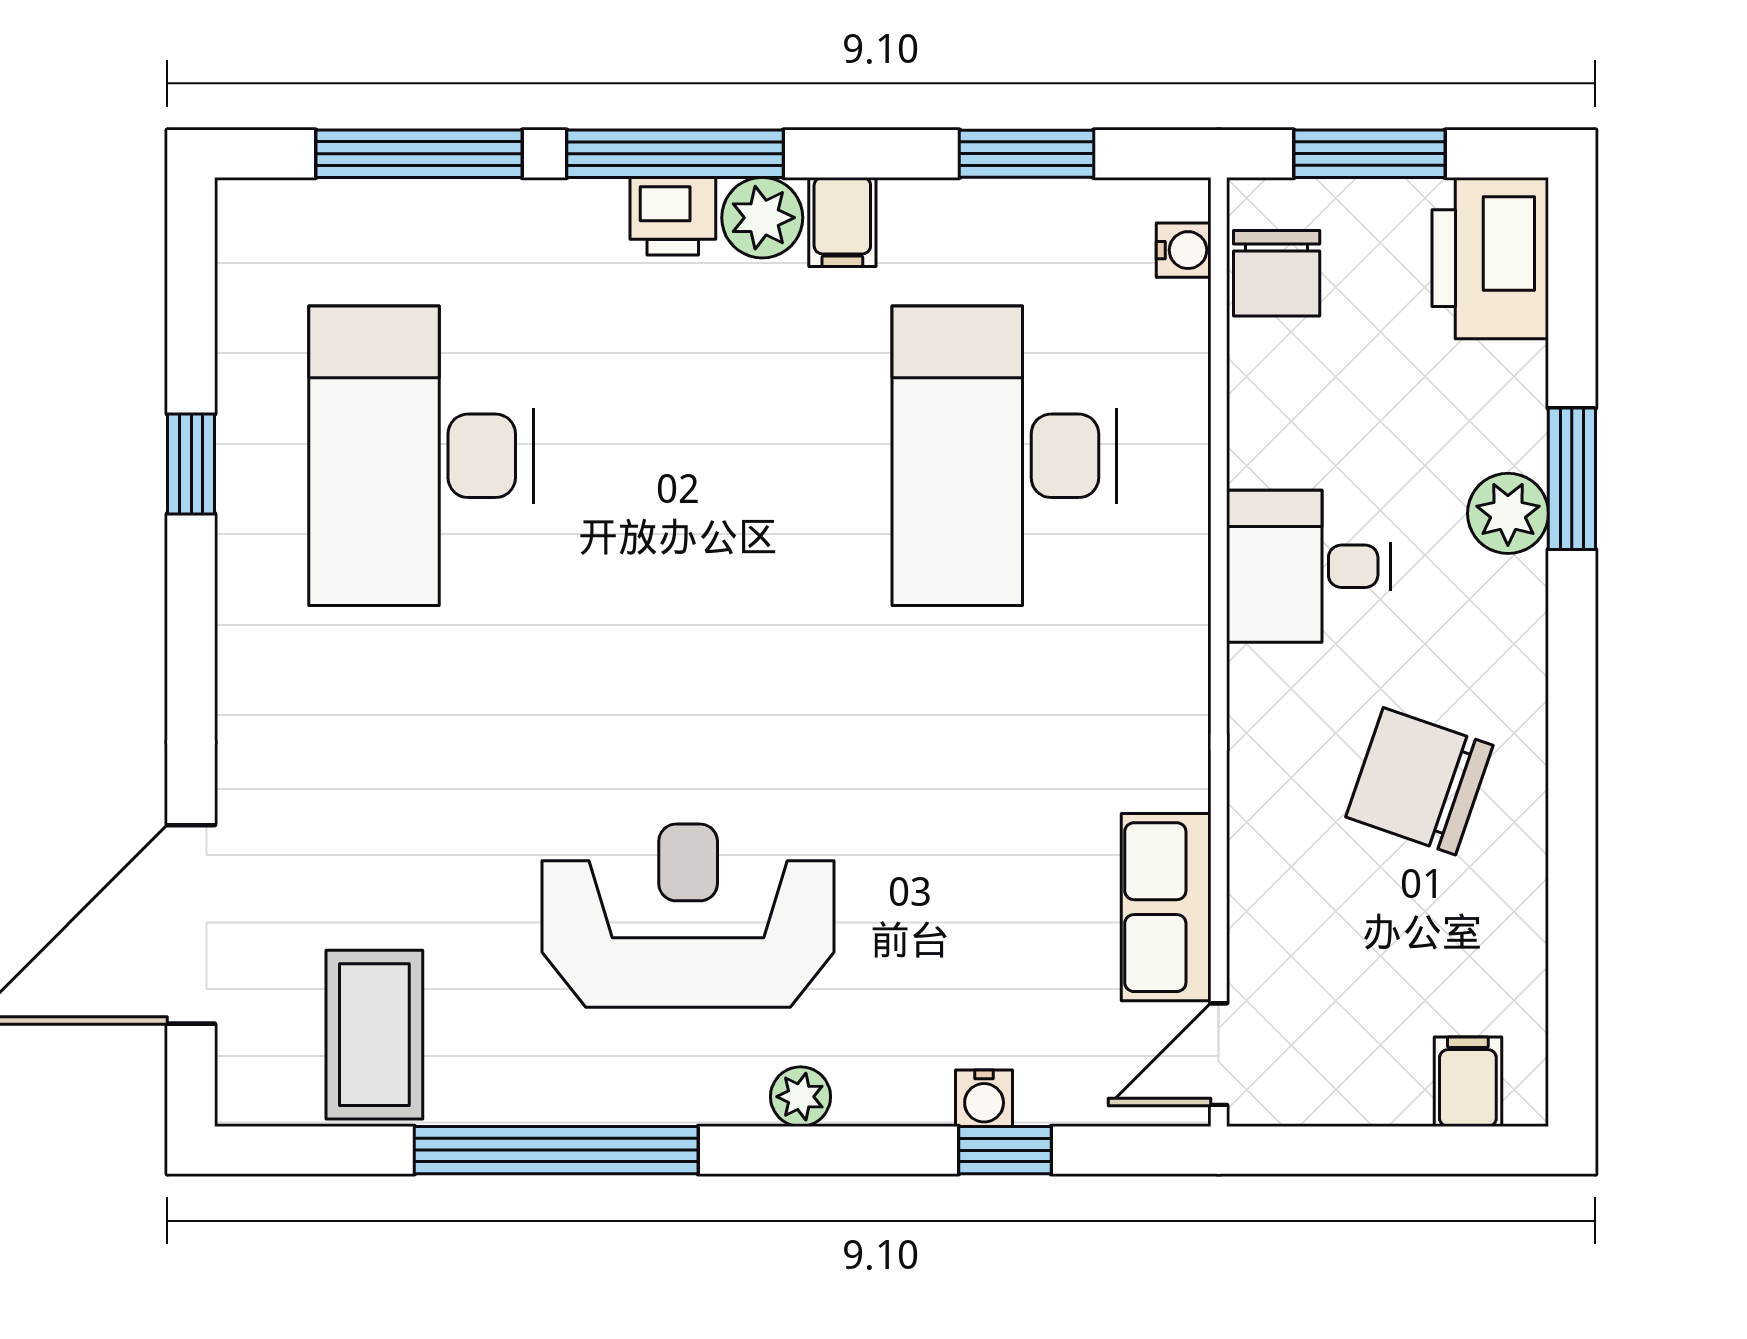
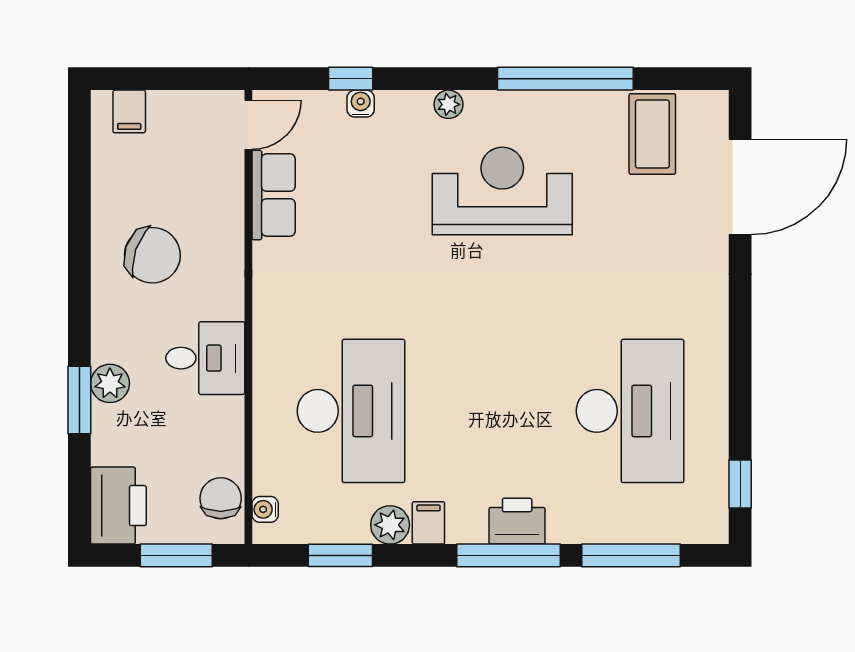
printer: (673, 216) -> (517, 521), width x1.36, depth x1.24
plant: (762, 218) -> (390, 525), moved
window: (191, 464) -> (740, 484), moved
reception desk: (688, 916) -> (502, 191), turned 180

